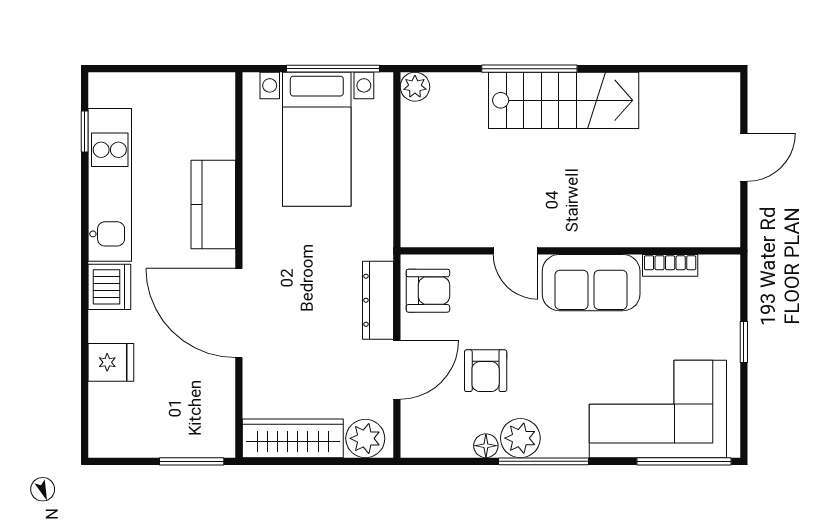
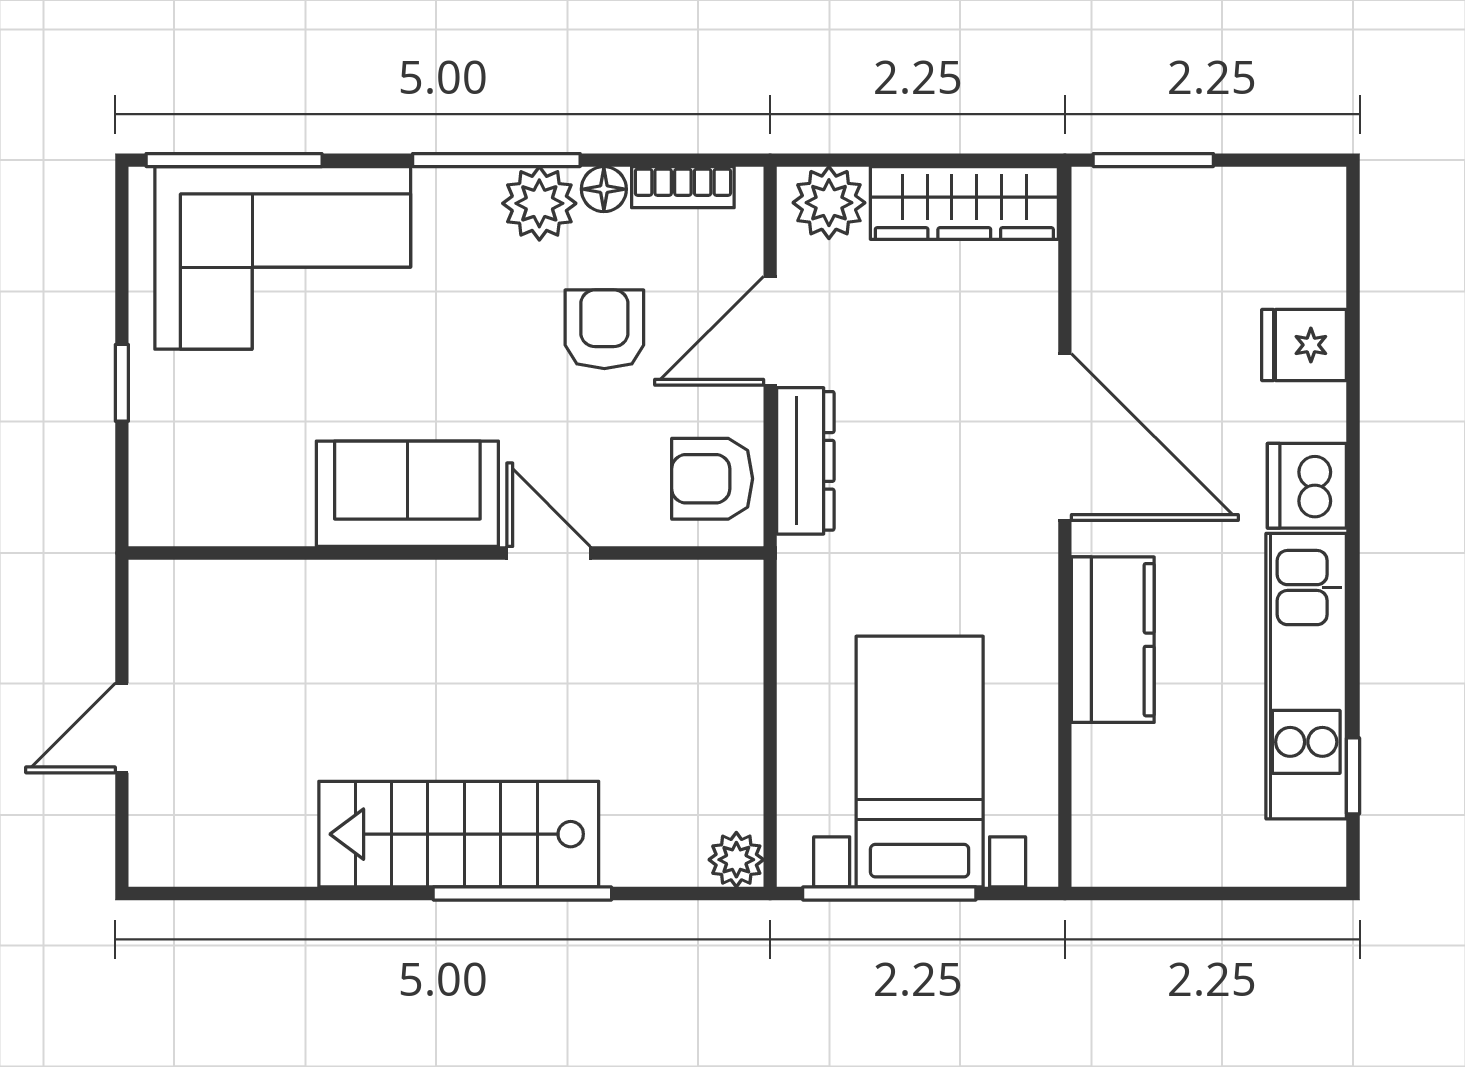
bookcase: (670, 265) -> (683, 187), moved, turned 180

